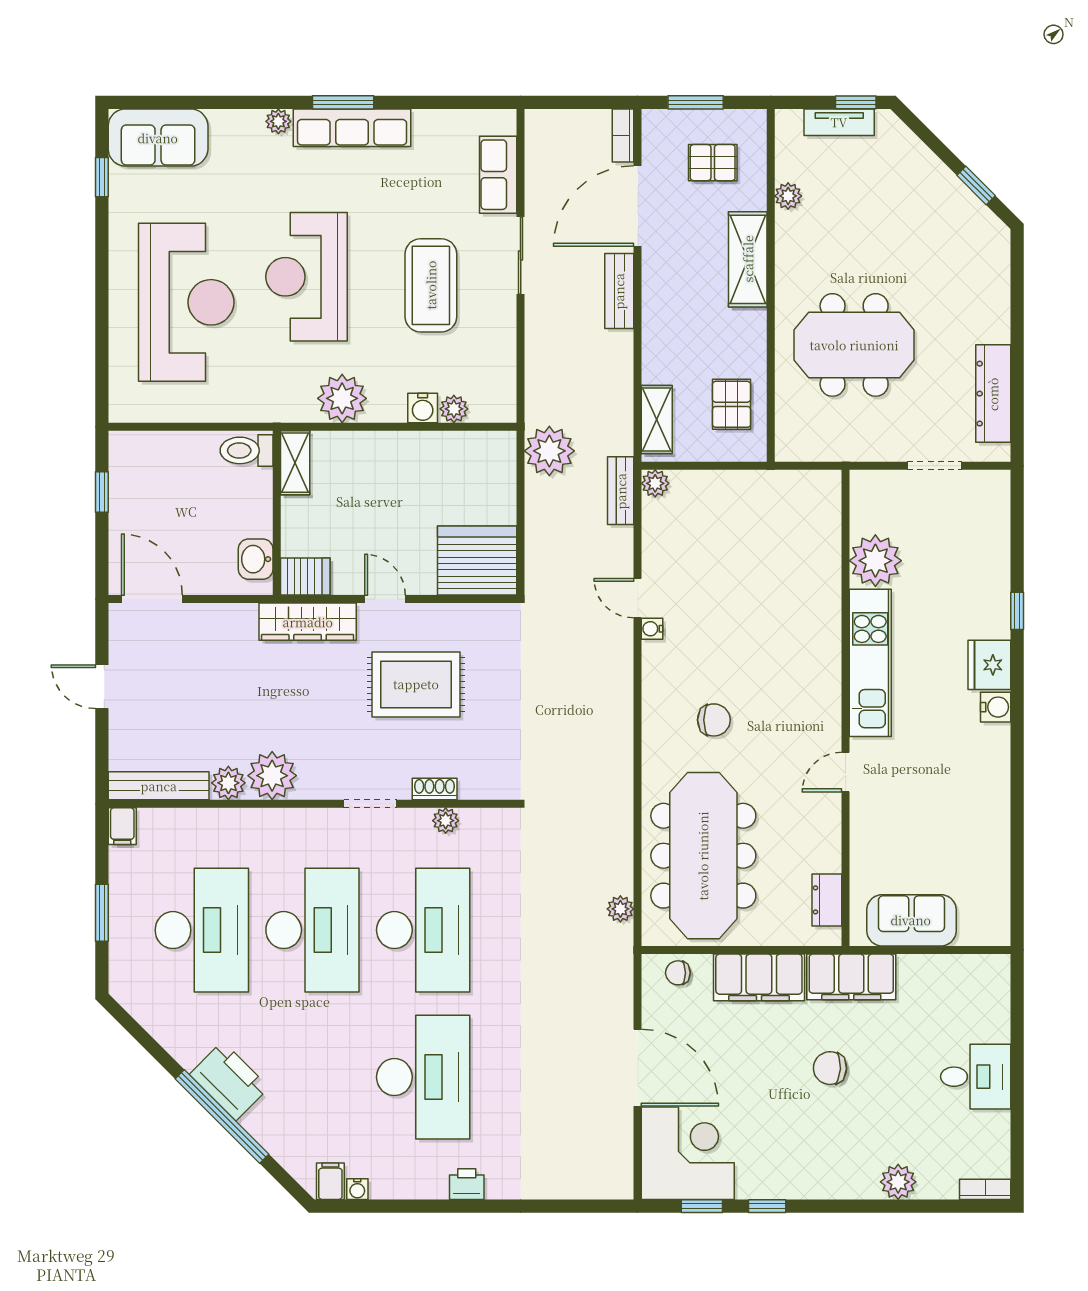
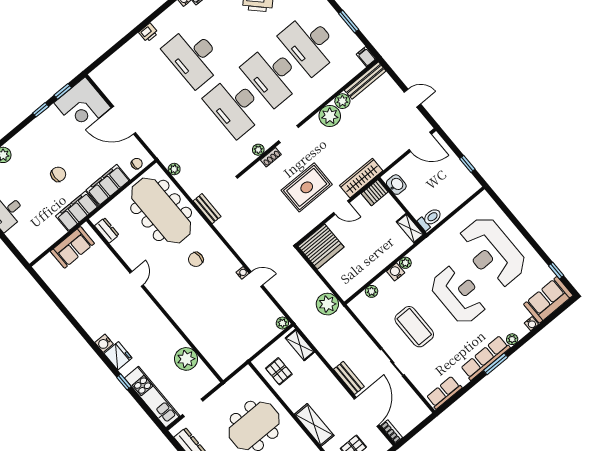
water cooler: (222, 120) -> (531, 324), added
row of seats: (498, 175) -> (444, 393), moved, turned -90
plant: (342, 398) -> (405, 263), width x0.53, depth x0.53
water cooler: (423, 408) -> (396, 272), moved
bench: (621, 491) -> (207, 209), moved
kitchen unit: (870, 663) -> (152, 397), moved, turned 180

